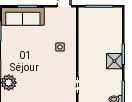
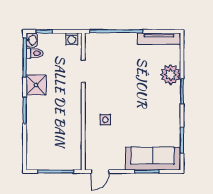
shower: (114, 61) -> (36, 85), moved

